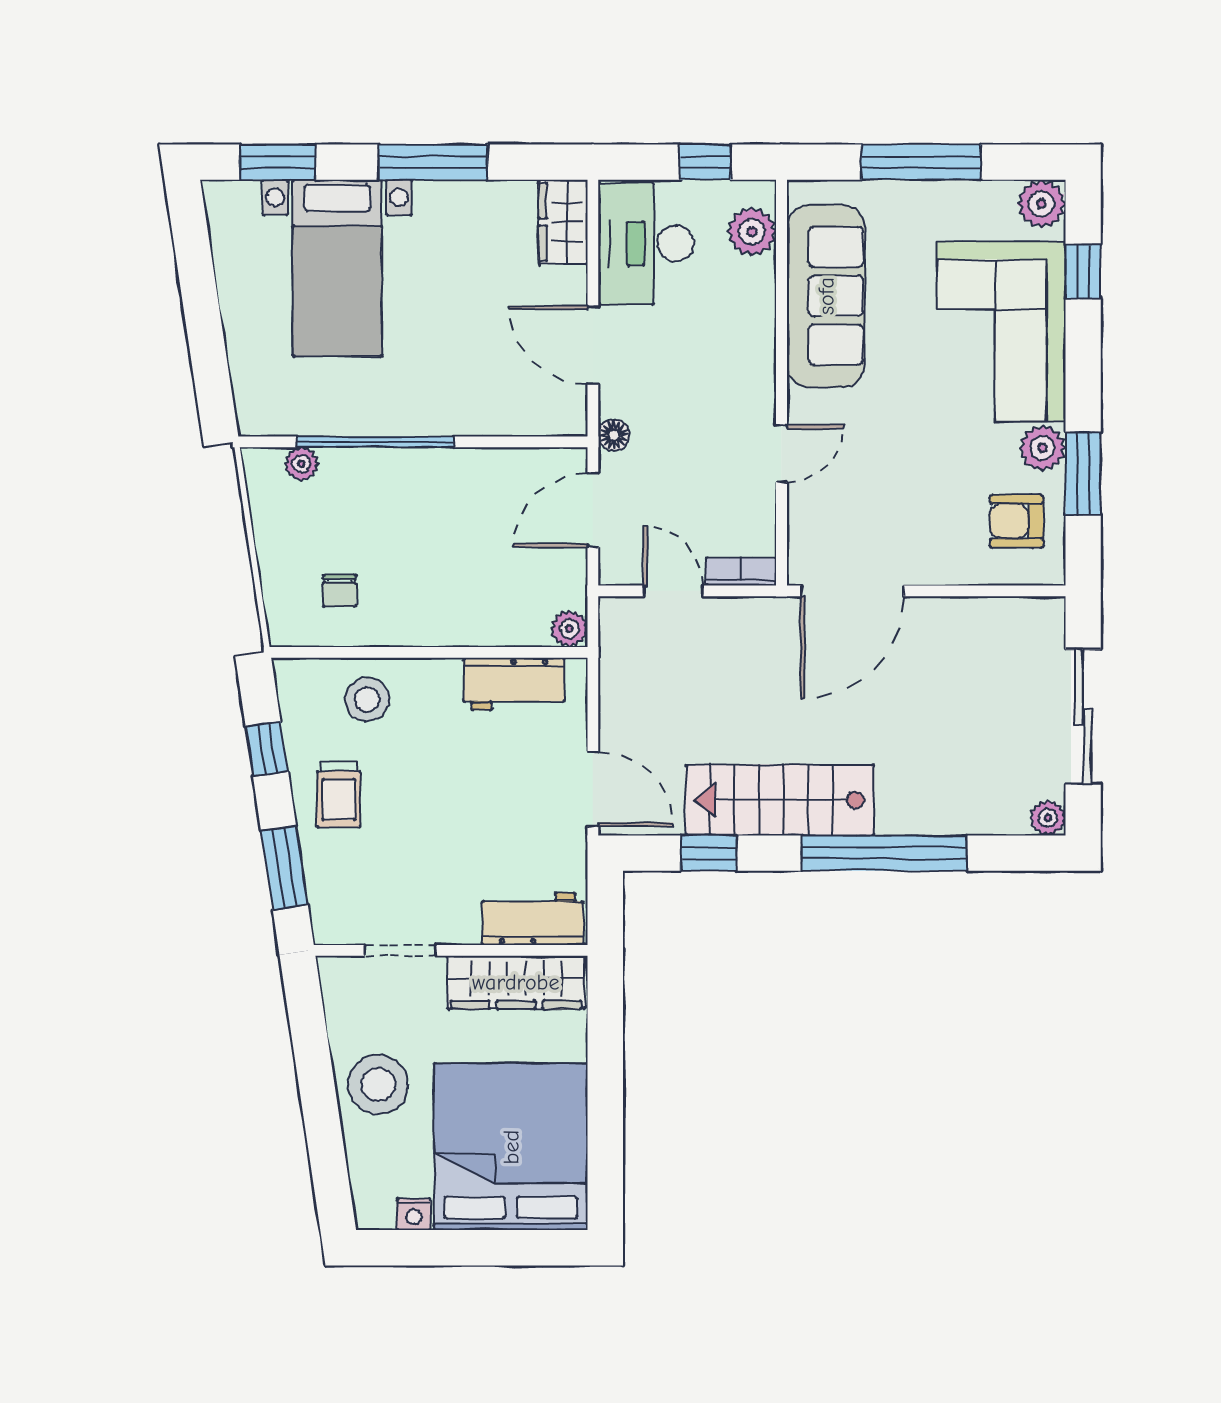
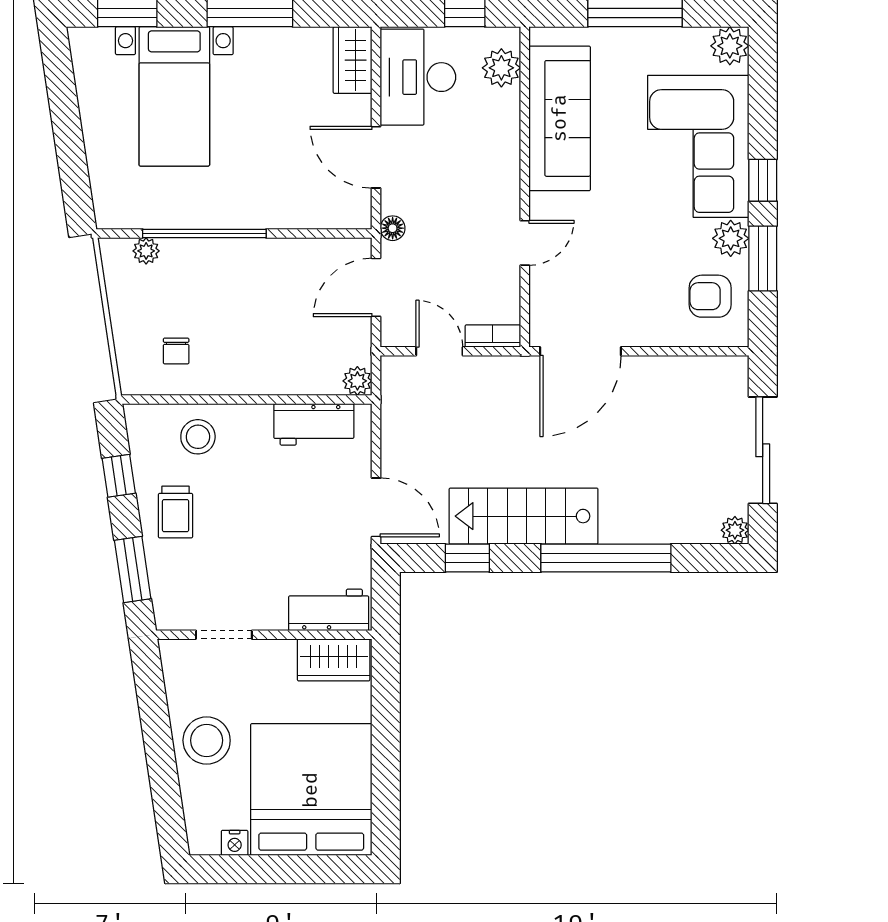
window: (1083, 272) -> (763, 180), moved
wardrobe: (516, 982) -> (334, 660), width x0.67

